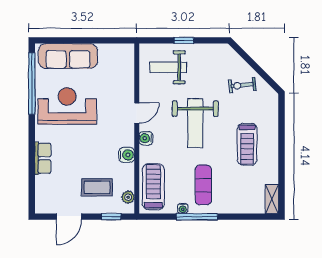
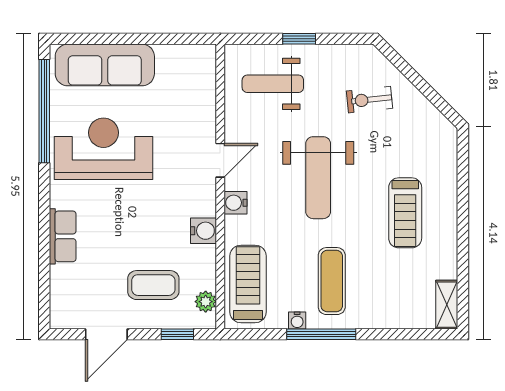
exercise bike: (242, 85) -> (369, 100), moved

